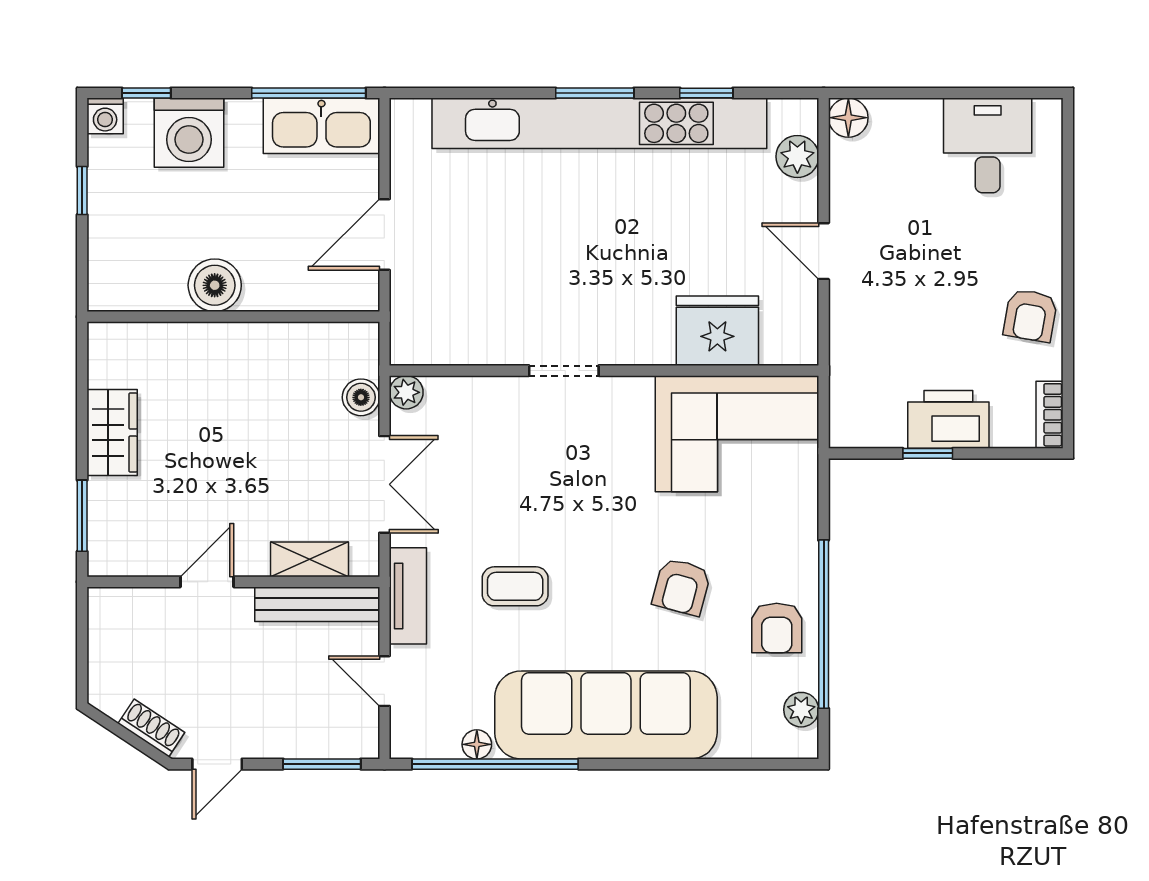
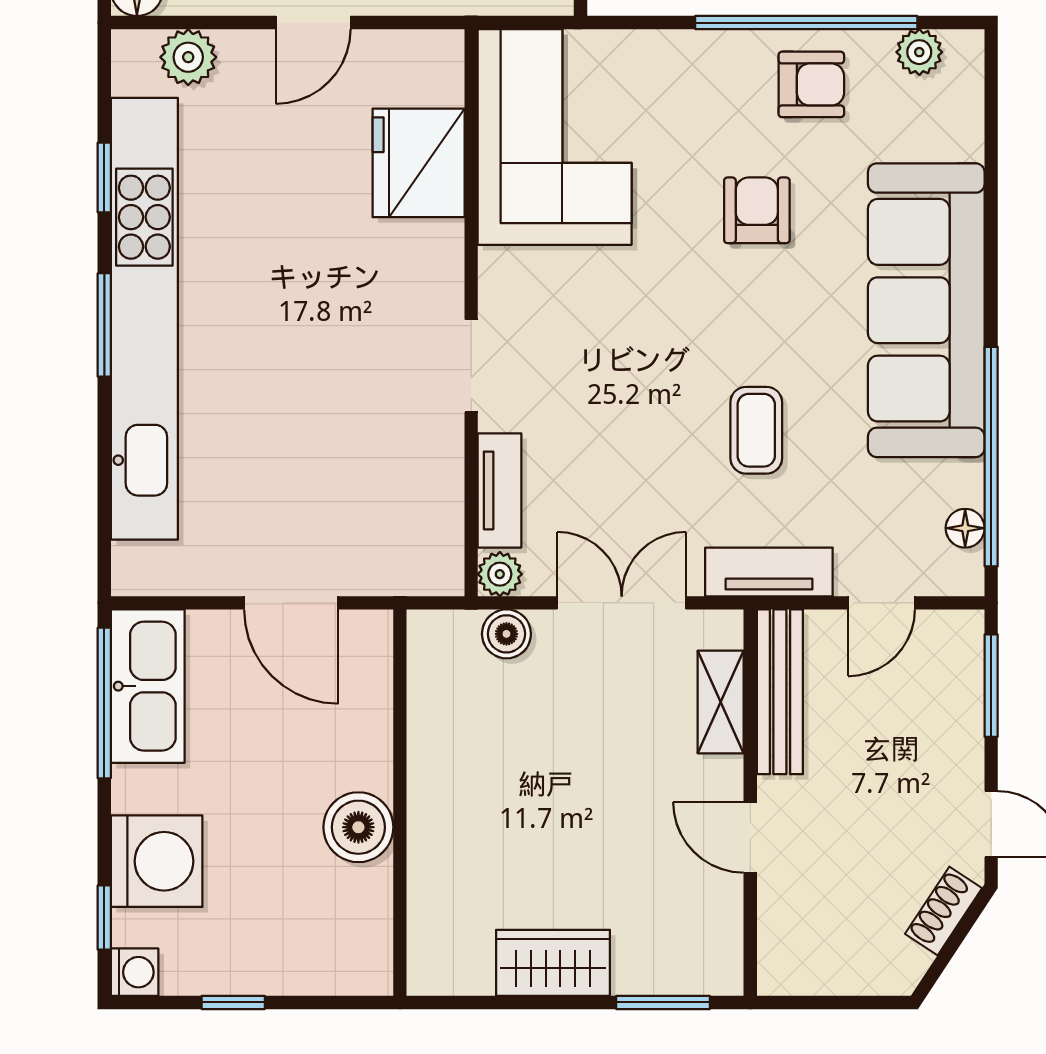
tv unit: (470, 392) -> (499, 490), added
armchair: (681, 587) -> (757, 210), turned -105
floor lamp: (477, 744) -> (965, 528), moved

